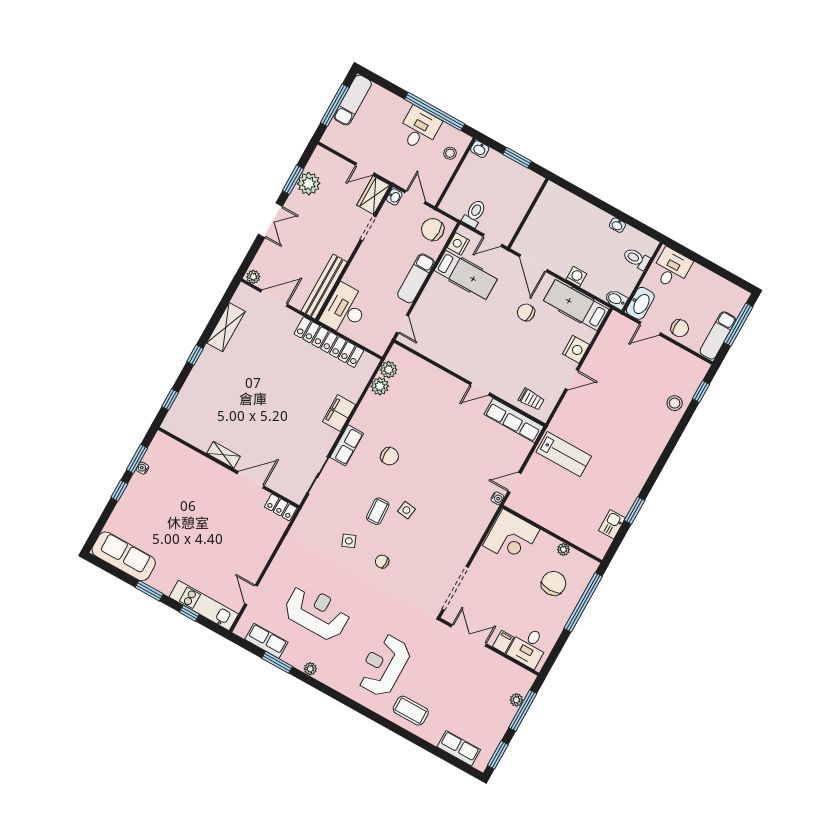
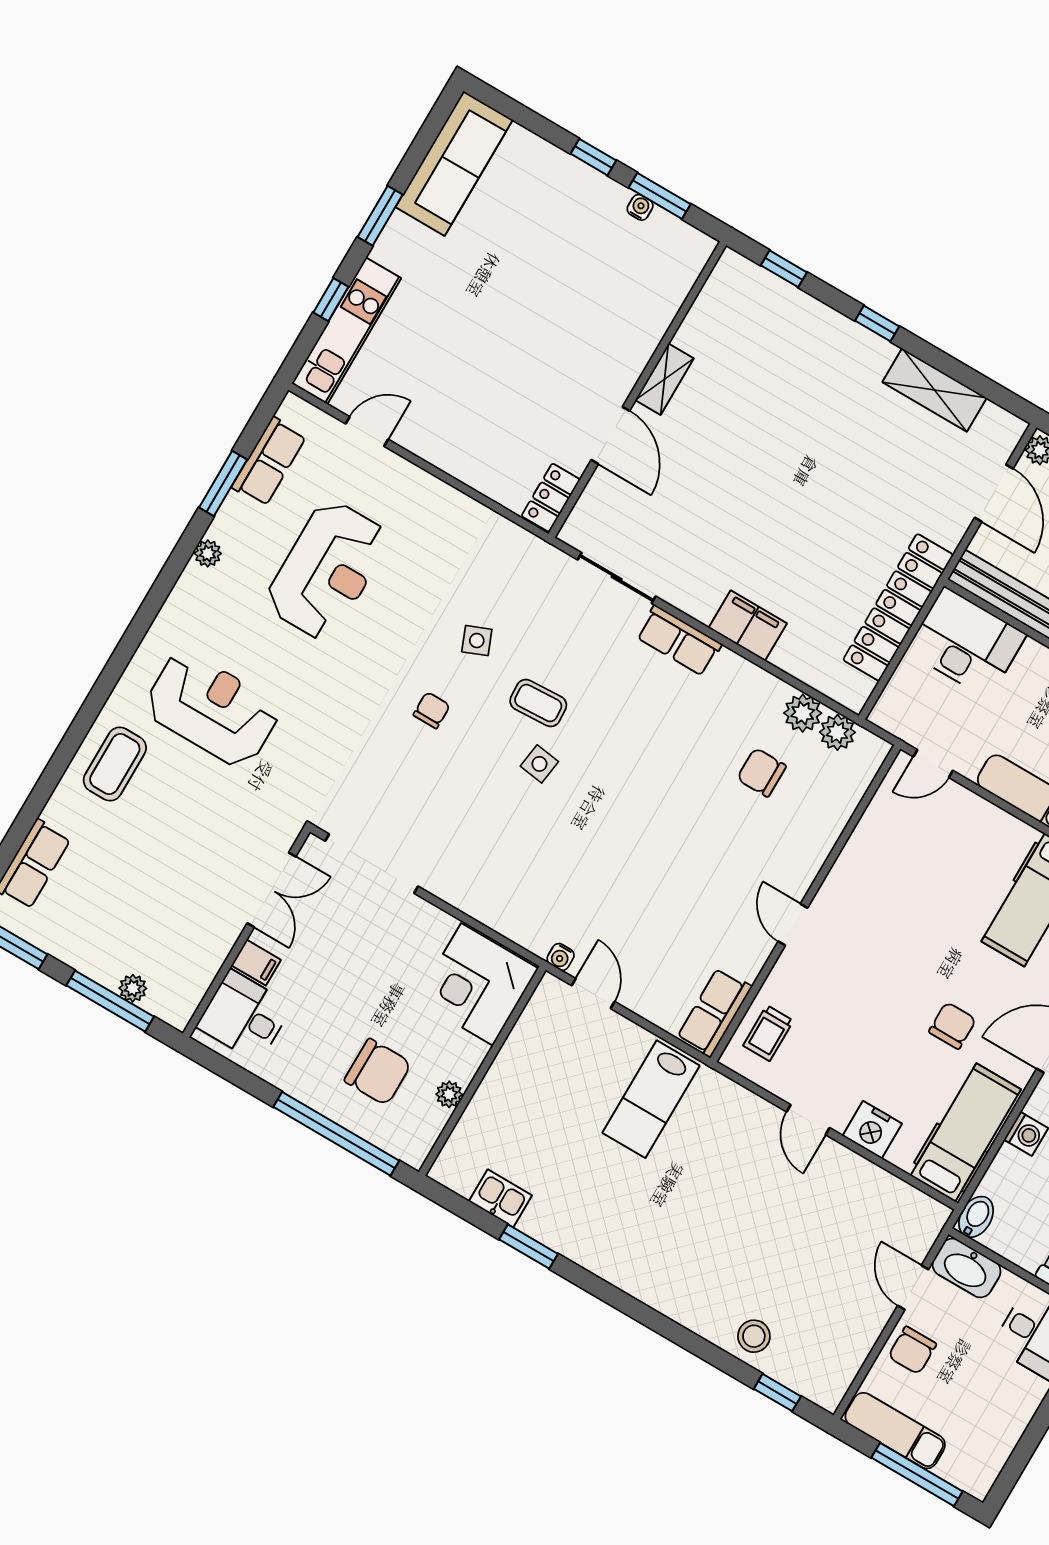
row of seats: (514, 420) -> (714, 1012), width x0.68
chair: (390, 456) -> (762, 772), moved, turned 90

